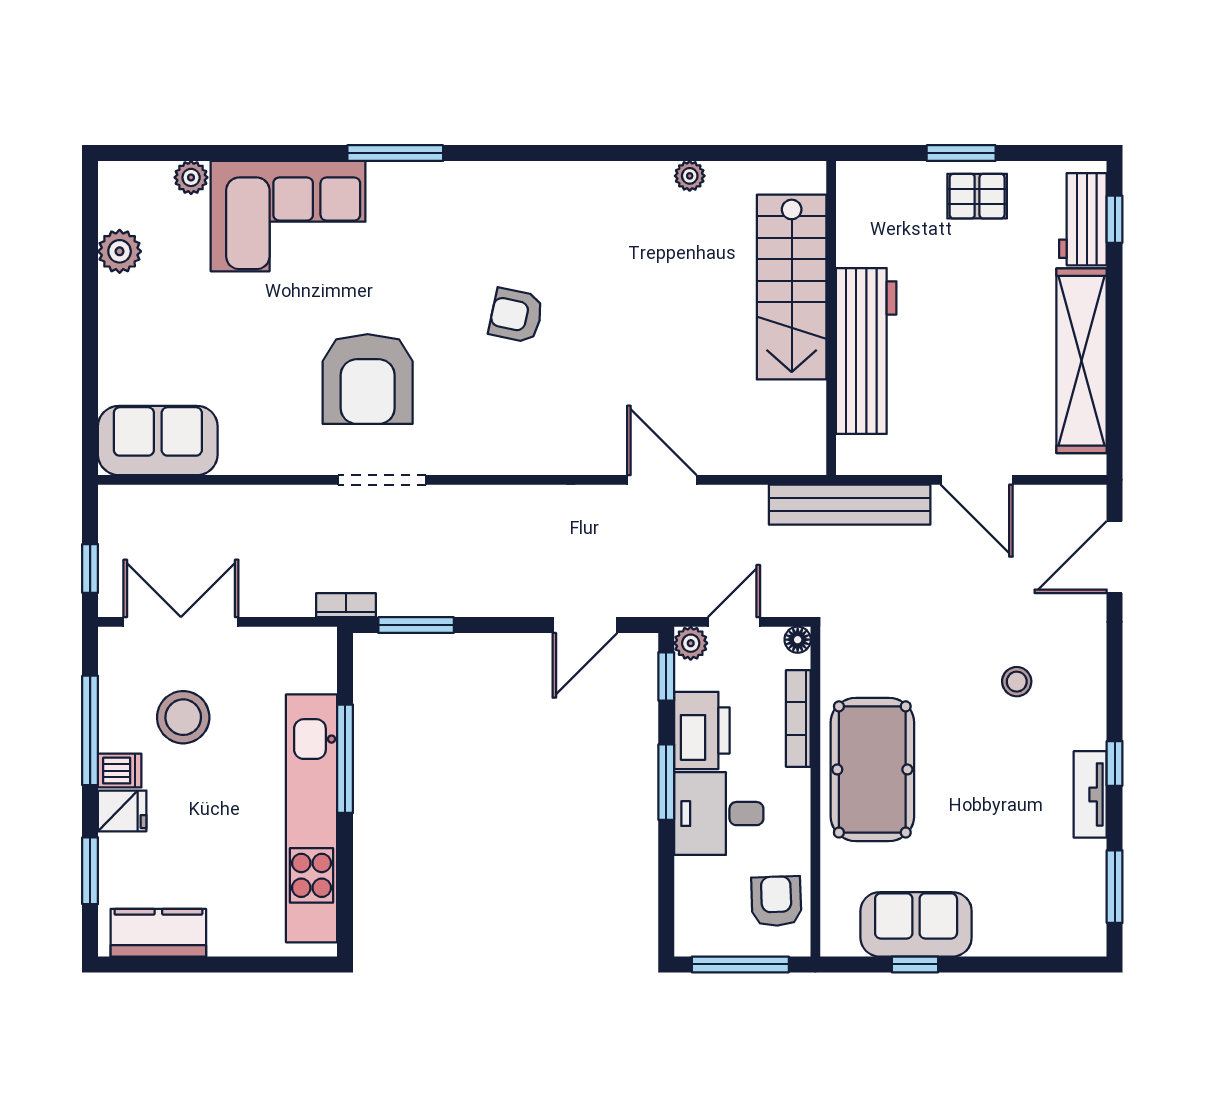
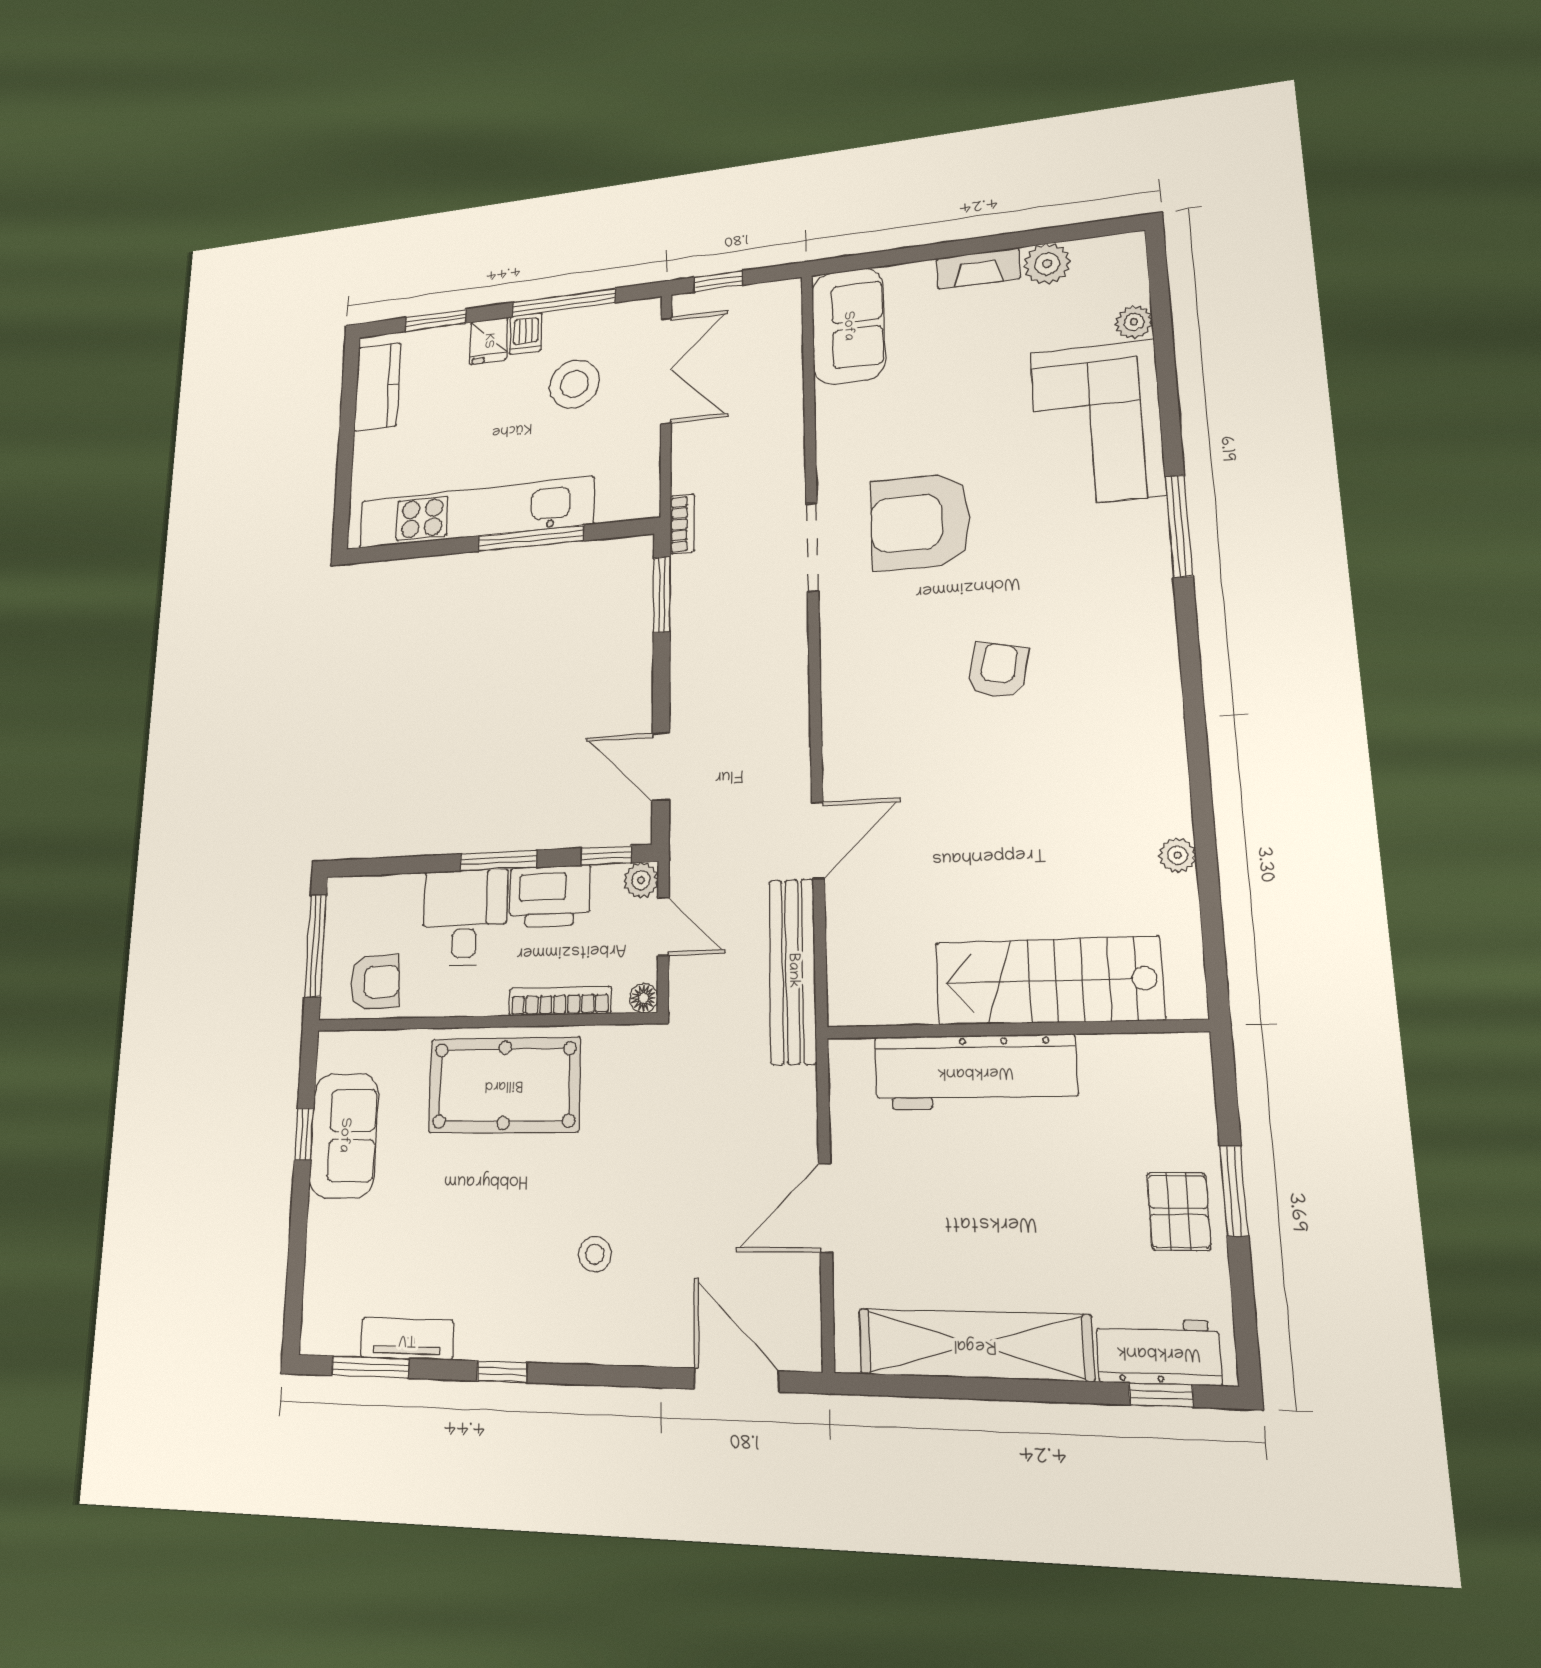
fireplace: (115, 315) -> (978, 268), added
bench: (850, 505) -> (793, 971), moved
tv unit: (1090, 794) -> (407, 1339), moved

